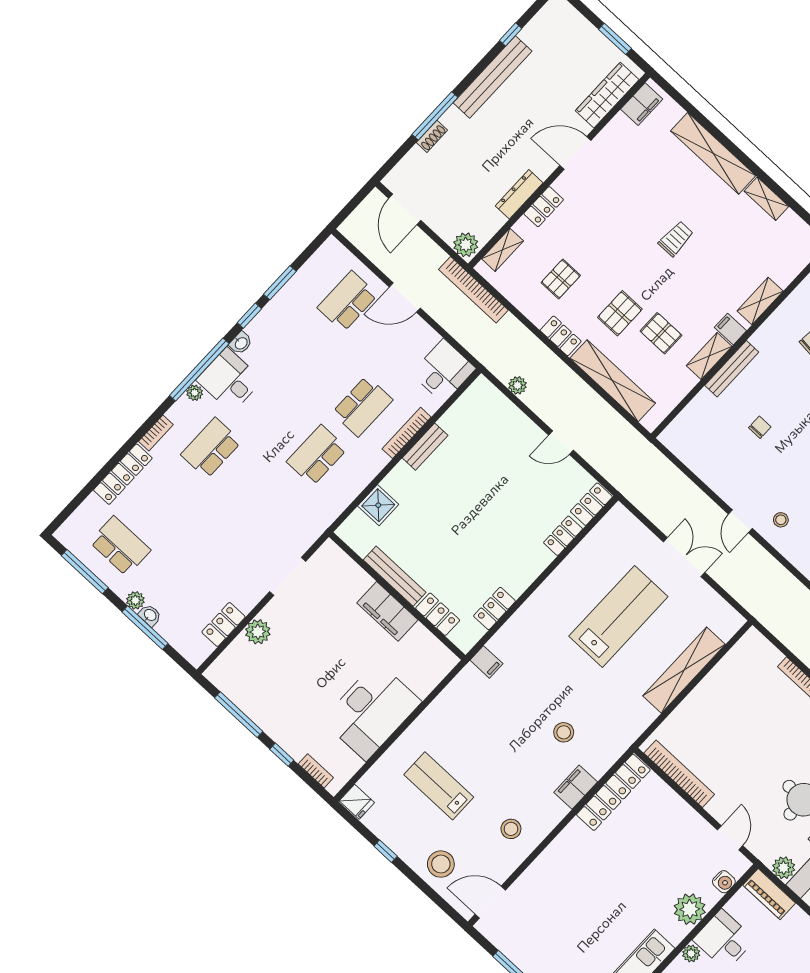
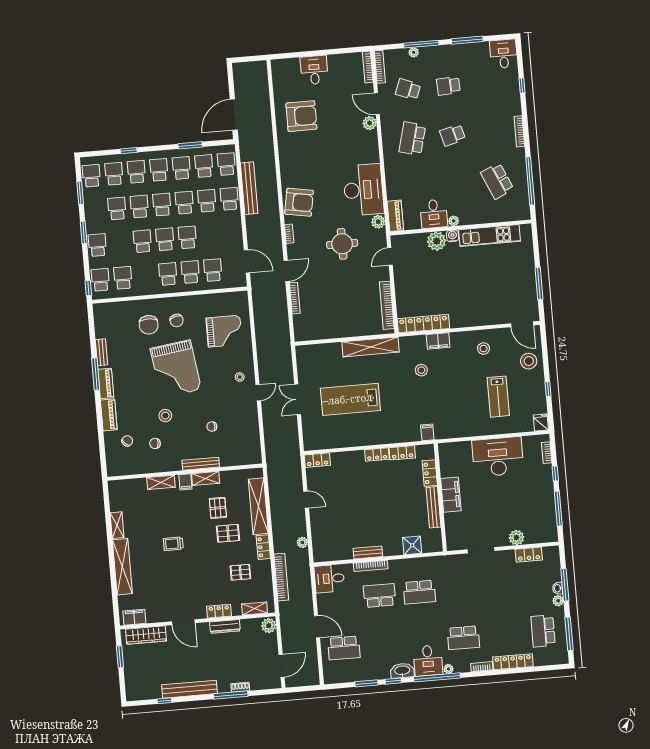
bookcase: (473, 290) -> (281, 577), moved
washbasin: (241, 343) -> (402, 671), width x1.91, depth x1.45
locker: (563, 536) -> (377, 455), moved
shelving: (684, 670) -> (371, 347), moved
water cooler: (724, 882) -> (452, 236), moved

